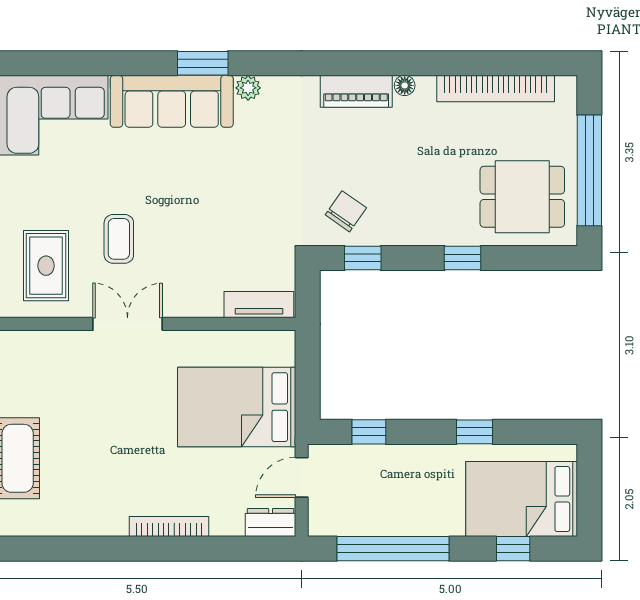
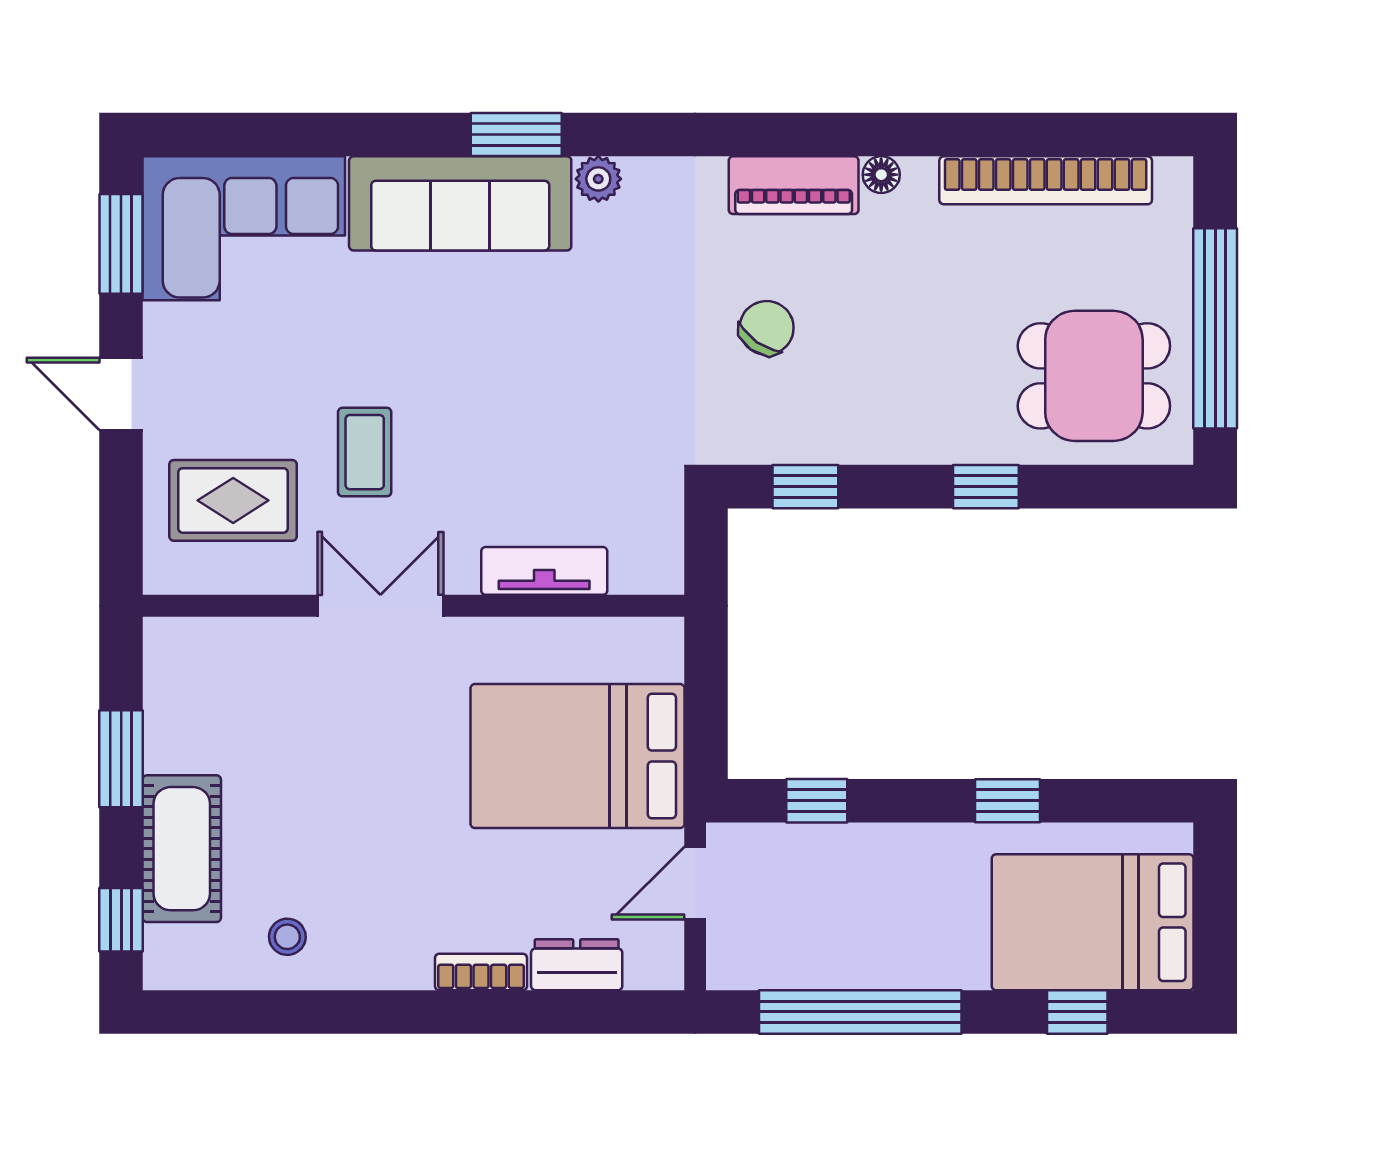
chair: (346, 211) -> (767, 328), moved
rug: (46, 266) -> (233, 500), turned 90
tv unit: (259, 305) -> (544, 571), moved
stool: (76, 507) -> (287, 937), added
dresser: (271, 523) -> (577, 965), moved
bookcase: (169, 527) -> (481, 972), width x0.64

